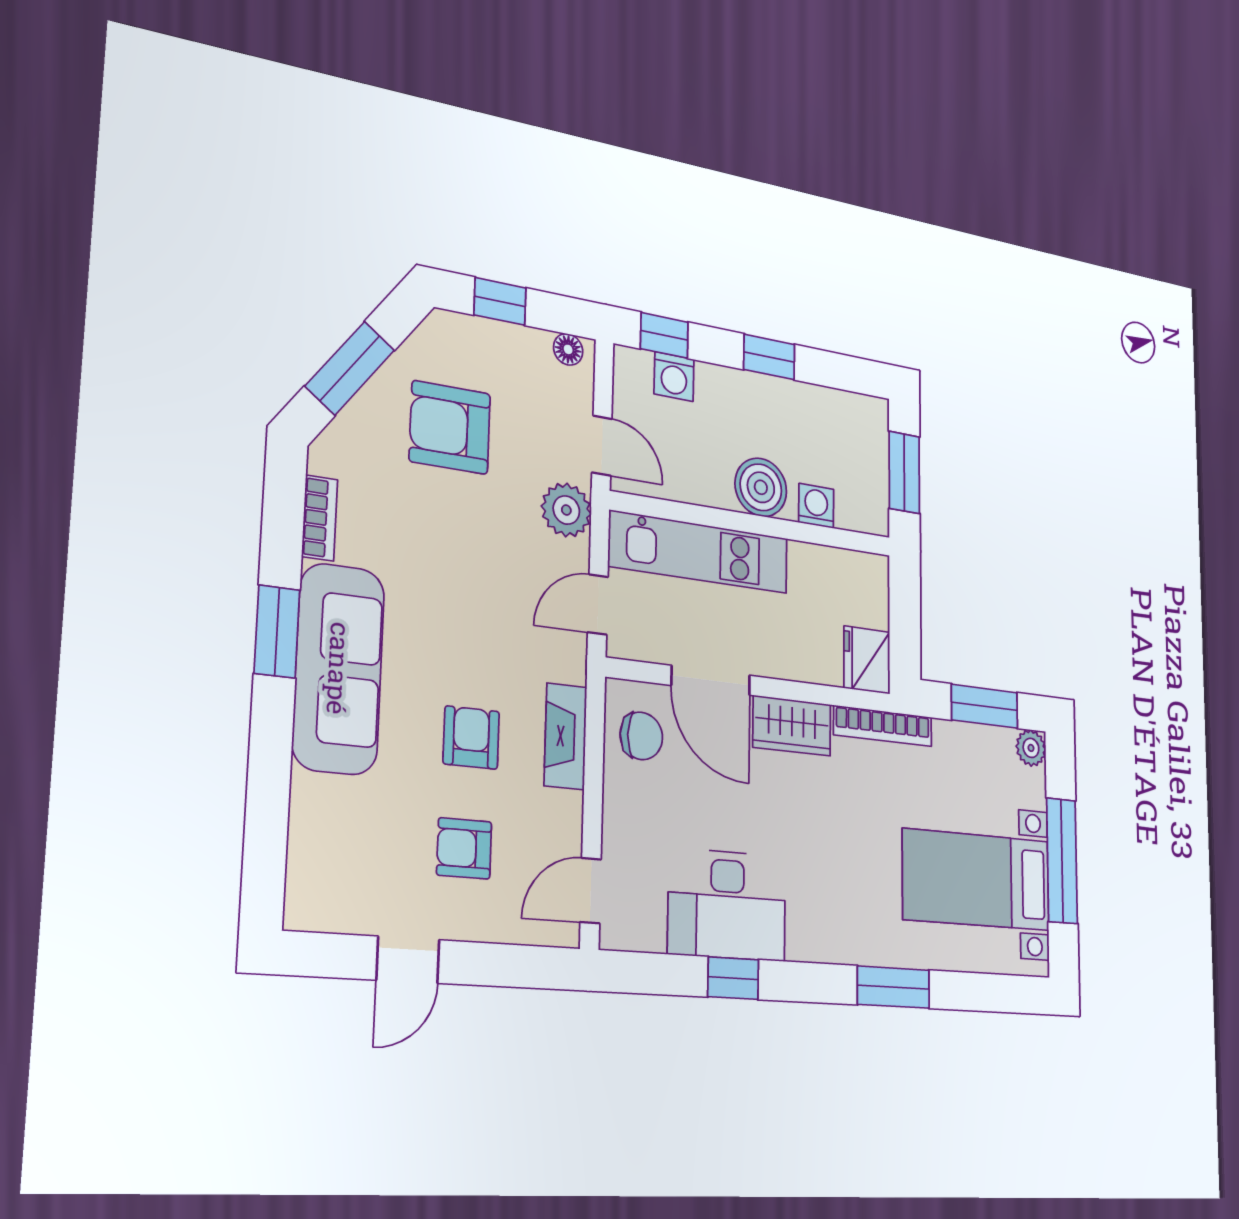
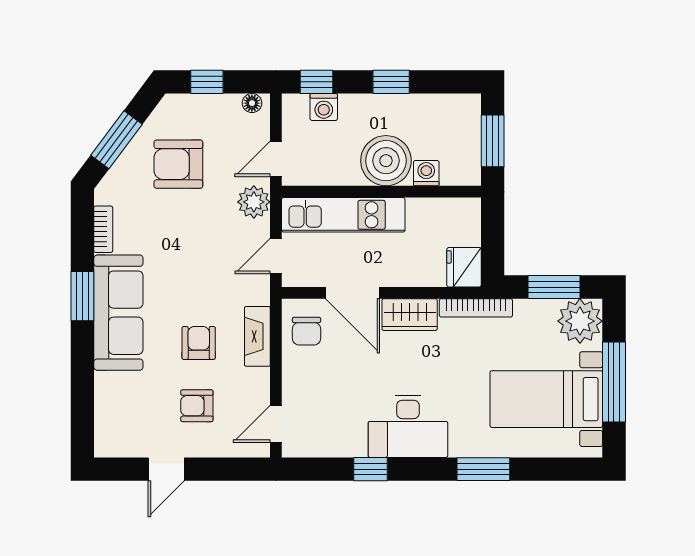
door: (602, 446) -> (276, 159), swing flipped
boiler: (761, 487) -> (386, 161), width x1.37, depth x1.37
chair: (641, 736) -> (306, 331), turned 90
plant: (1031, 748) -> (580, 321), width x1.88, depth x1.88
desk: (727, 905) -> (408, 426), moved

